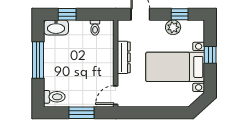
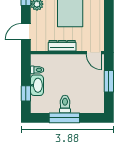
washbasin: (56, 27) -> (37, 85), moved
toilet: (54, 97) -> (65, 104), moved

